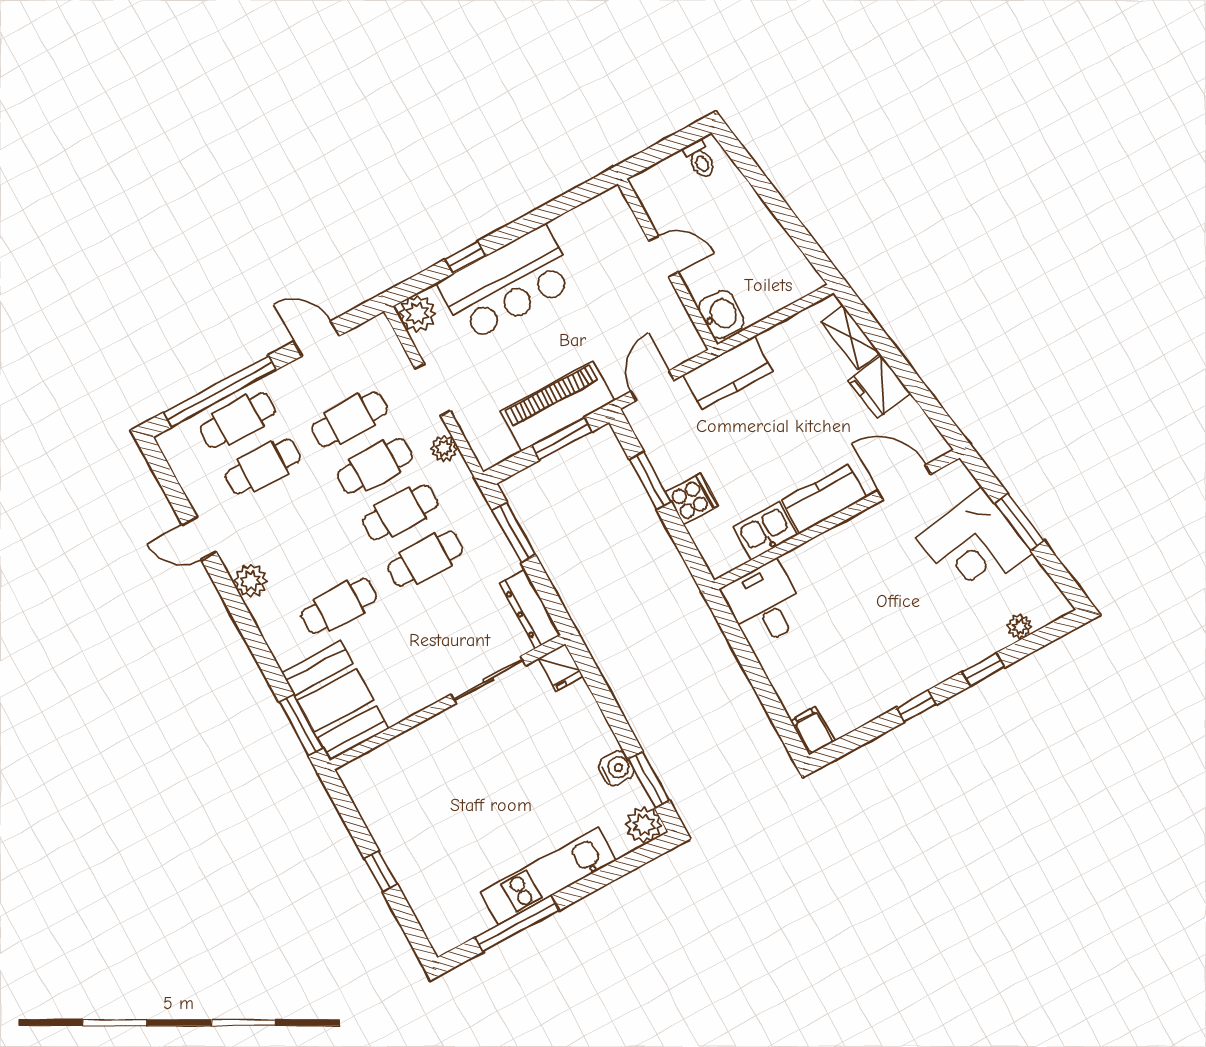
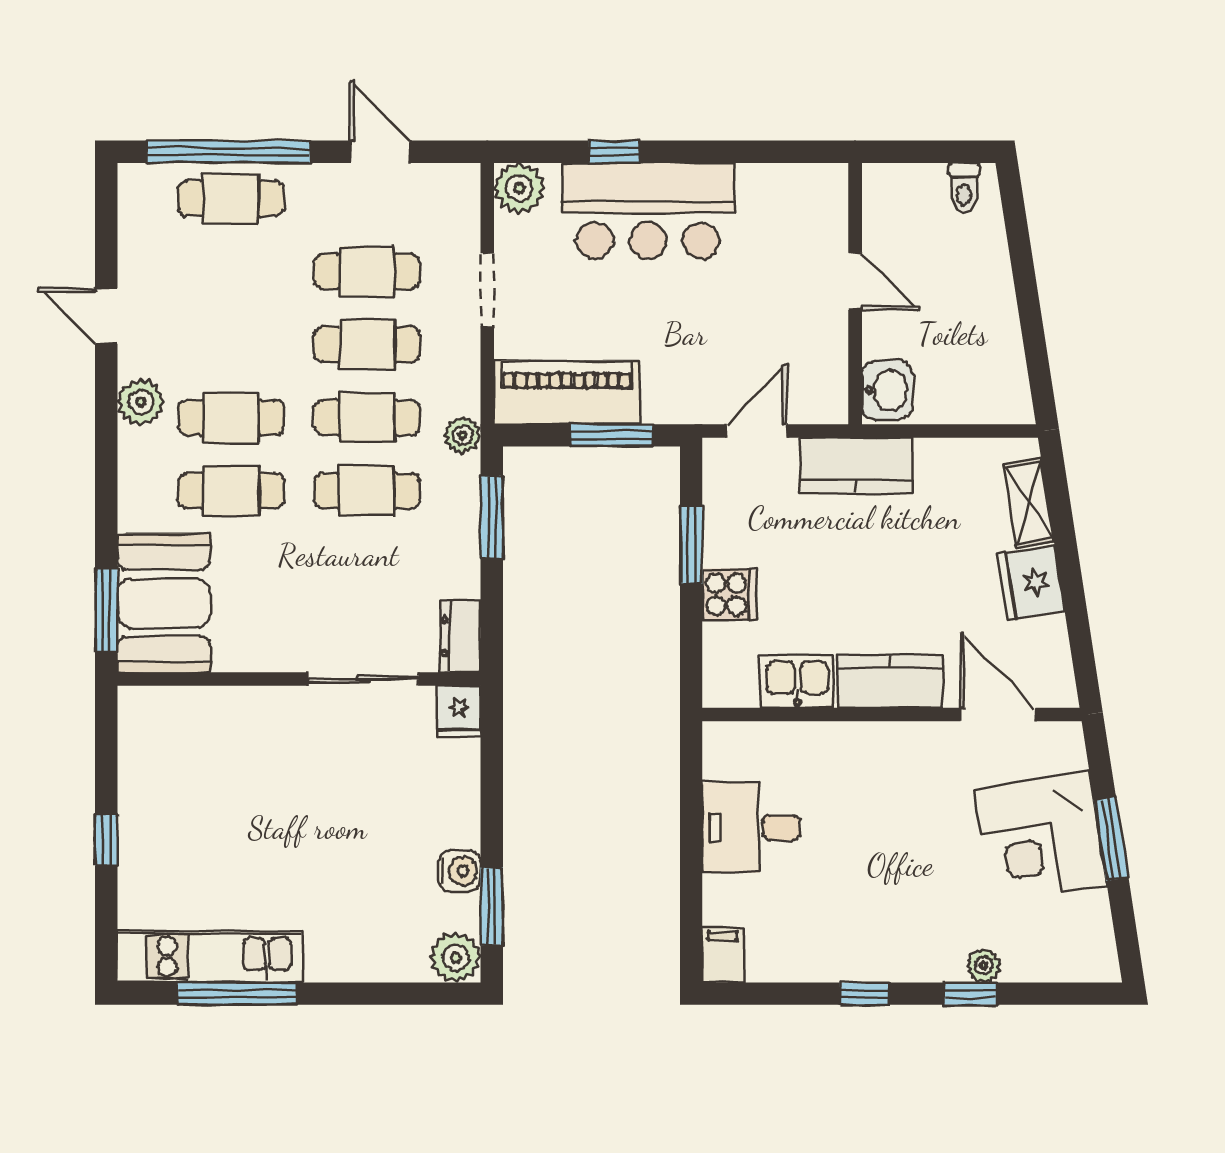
piano: (557, 406) -> (567, 393), moved
plant: (444, 449) -> (462, 435), moved
cafe table: (263, 467) -> (231, 418), moved
desk: (765, 604) -> (751, 828), moved, turned -90
dresser: (530, 609) -> (460, 636), width x0.70
plant: (1020, 627) -> (984, 966), moved
kitchen unit: (548, 876) -> (210, 956), moved

